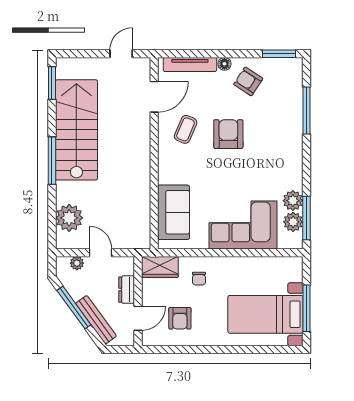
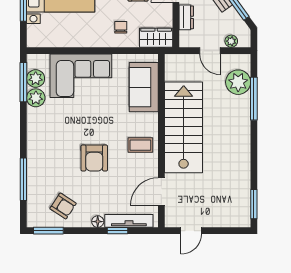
window: (202, 54) -> (118, 231), added
armchair: (248, 81) -> (63, 206), moved
coffee table: (186, 129) -> (140, 145), moved, turned 67
stairs: (76, 130) -> (184, 127), moved, turned 180
window: (52, 161) -> (254, 99), moved

